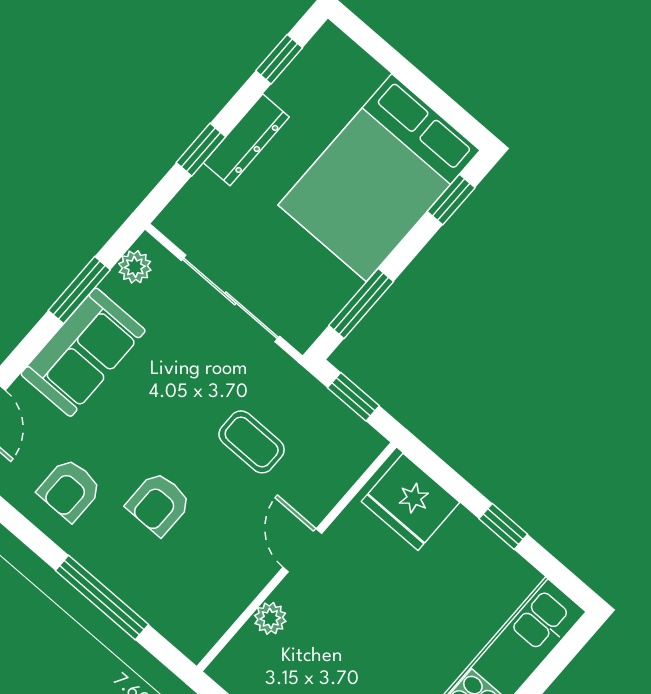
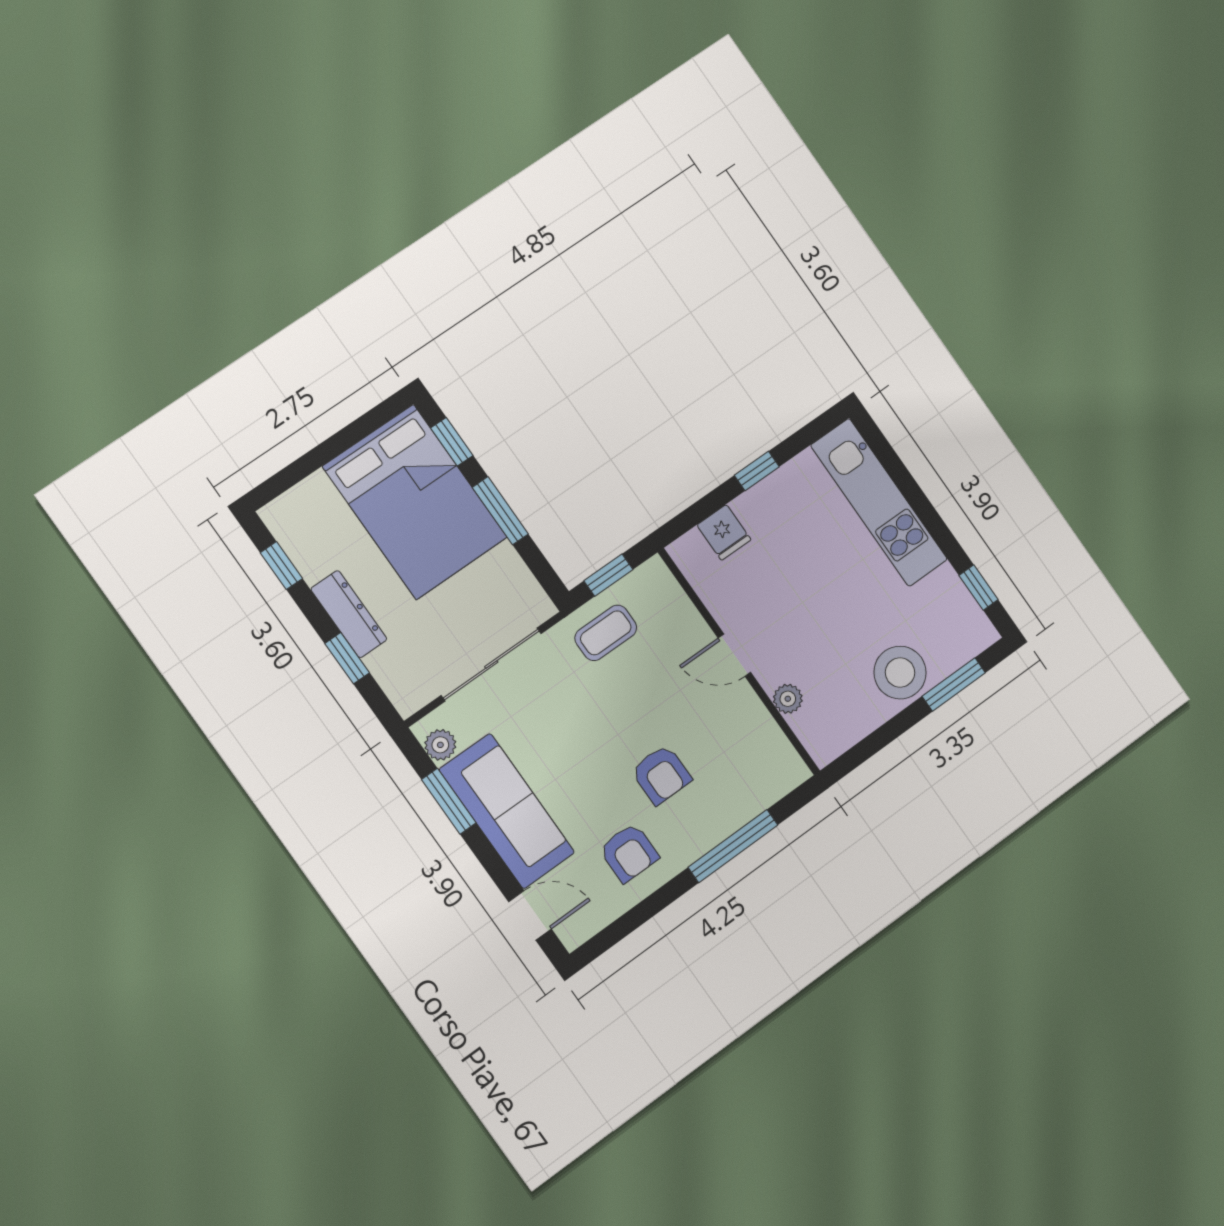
window: (361, 304) -> (500, 511), moved
sofa: (83, 352) -> (507, 811), width x1.36
coffee table: (252, 442) -> (606, 633), moved
fridge: (411, 502) -> (724, 532), width x0.53, depth x0.75

